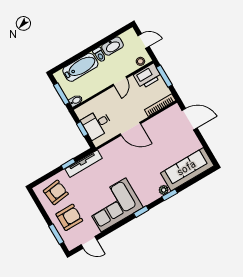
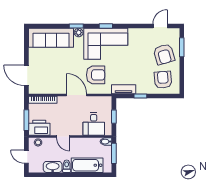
door: (120, 81) -> (63, 136), swing flipped
desk: (97, 124) -> (94, 124), moved, turned 90
armchair: (123, 159) -> (96, 75), added
tv unit: (84, 164) -> (124, 89), width x0.71
armchair: (56, 192) -> (163, 80), turned 92
corner sofa: (114, 205) -> (106, 44), moved
armchair: (69, 217) -> (164, 54), turned -106
door: (89, 242) -> (160, 26), hinge flipped

